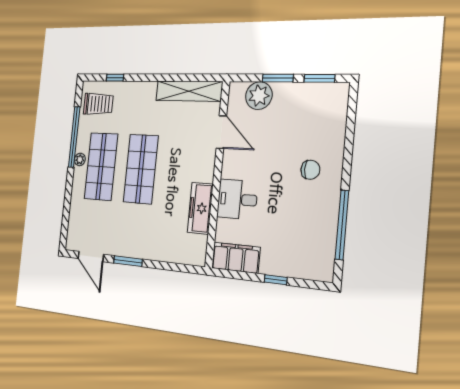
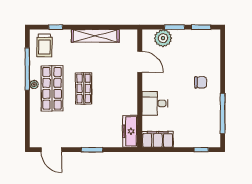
shelving: (189, 91) -> (95, 36), moved
trolley: (98, 104) -> (44, 45), turned 90
shop shelf: (141, 169) -> (84, 88), width x0.70, depth x0.74
freezer: (200, 208) -> (130, 131), moved
window: (128, 261) -> (92, 150), moved
window: (276, 280) -> (201, 150), moved

